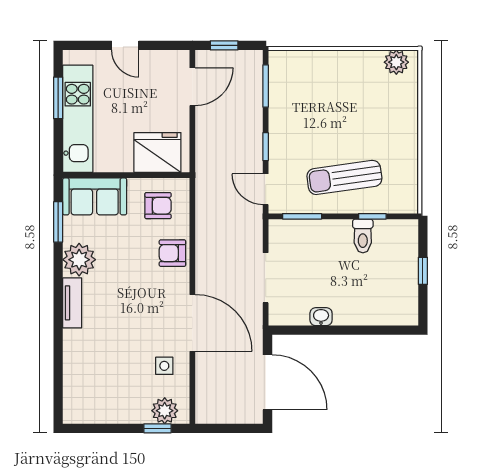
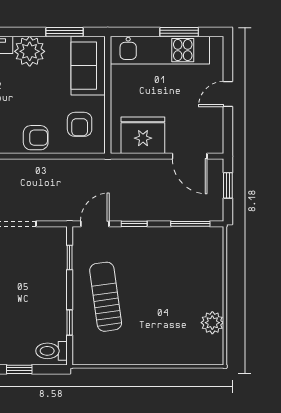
plant: (396, 62) -> (212, 323), moved
fridge: (157, 152) -> (143, 135), moved, turned -90
window: (302, 216) -> (70, 258), width x0.67
toilet: (363, 236) -> (52, 351), moved
armchair: (172, 253) -> (36, 138), turned 90

